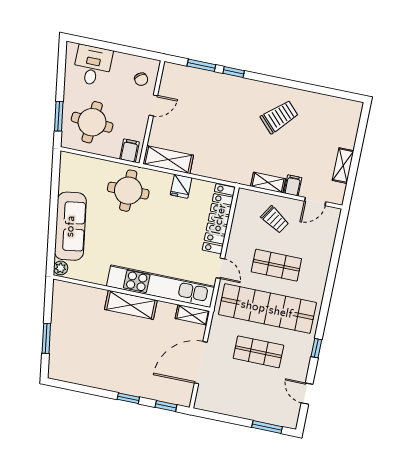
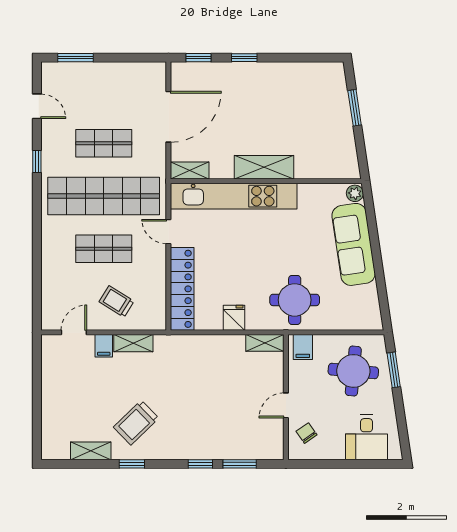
window: (290, 84) -> (132, 464), added
shelving: (168, 160) -> (265, 343), width x0.67, depth x0.75
shelving: (343, 166) -> (91, 451), moved, turned 90

